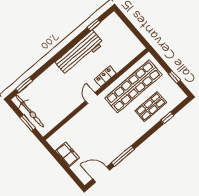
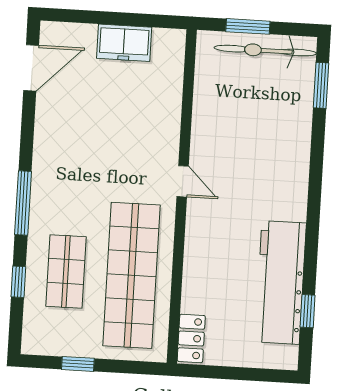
workbench: (79, 53) -> (281, 282), moved
locker: (105, 76) -> (191, 338), moved
window: (123, 156) -> (23, 203), moved

